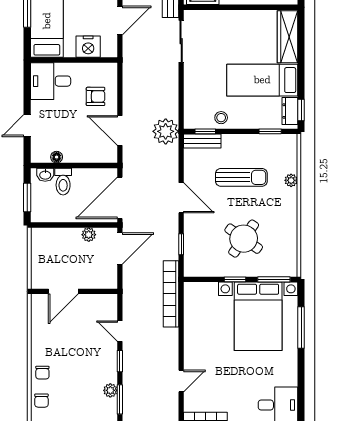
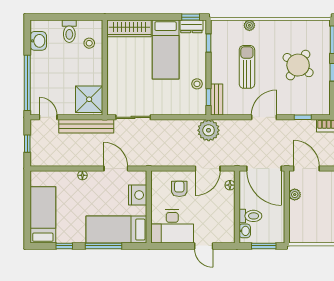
desk: (51, 81) -> (172, 226), width x1.37
floor lamp: (57, 157) -> (230, 185), moved

